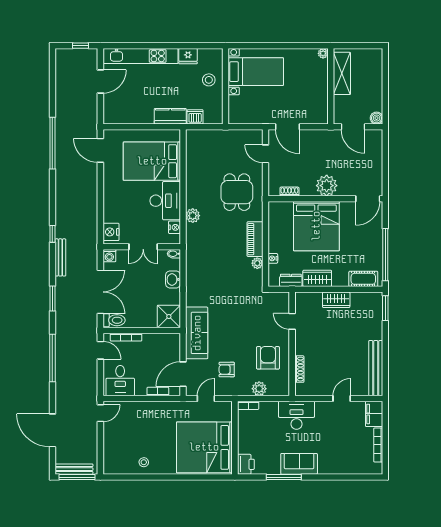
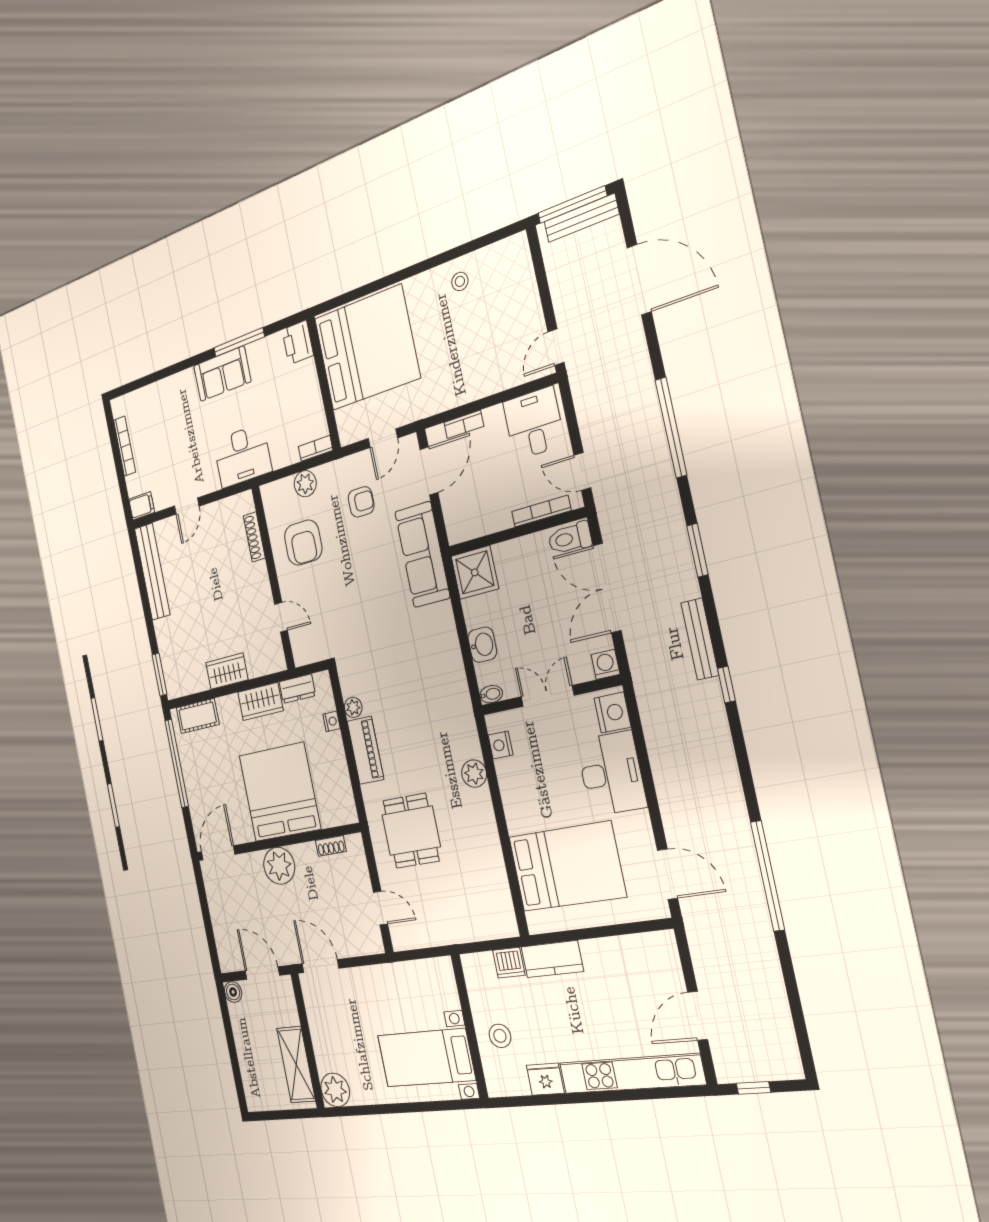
plant: (323, 53) -> (335, 1090), width x1.88, depth x1.88
door: (287, 127) -> (321, 966), moved
desk: (165, 201) -> (611, 774), moved, turned 180
filing cabinet: (374, 414) -> (142, 506), width x0.50

